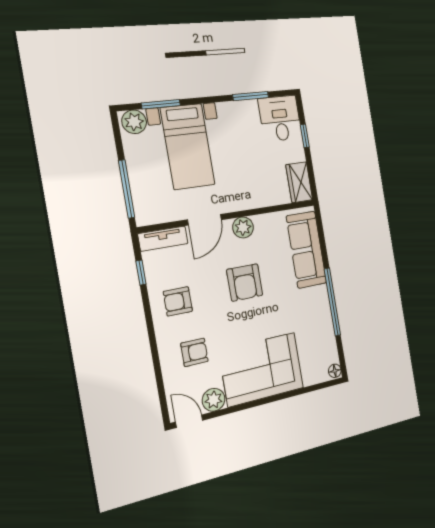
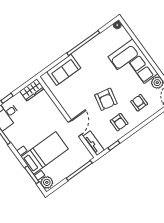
door: (205, 220) -> (75, 128), hinge flipped
plant: (243, 227) -> (69, 108), removed
sofa: (306, 250) -> (64, 70), width x0.73
armchair: (245, 282) -> (106, 99), moved, turned 102

